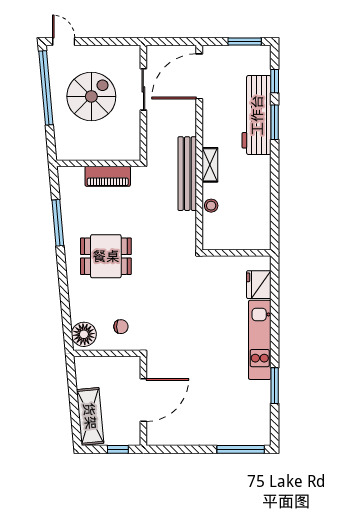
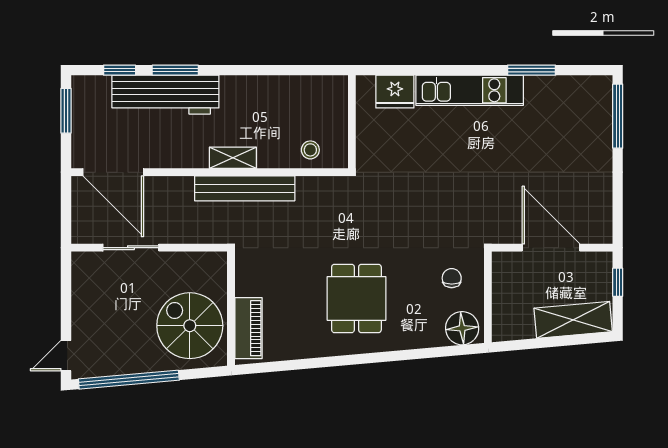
spiral stairs: (91, 96) -> (190, 326), moved
piano: (108, 176) -> (248, 328), moved
stool: (211, 206) -> (310, 150), moved
window: (58, 223) -> (311, 363), removed

